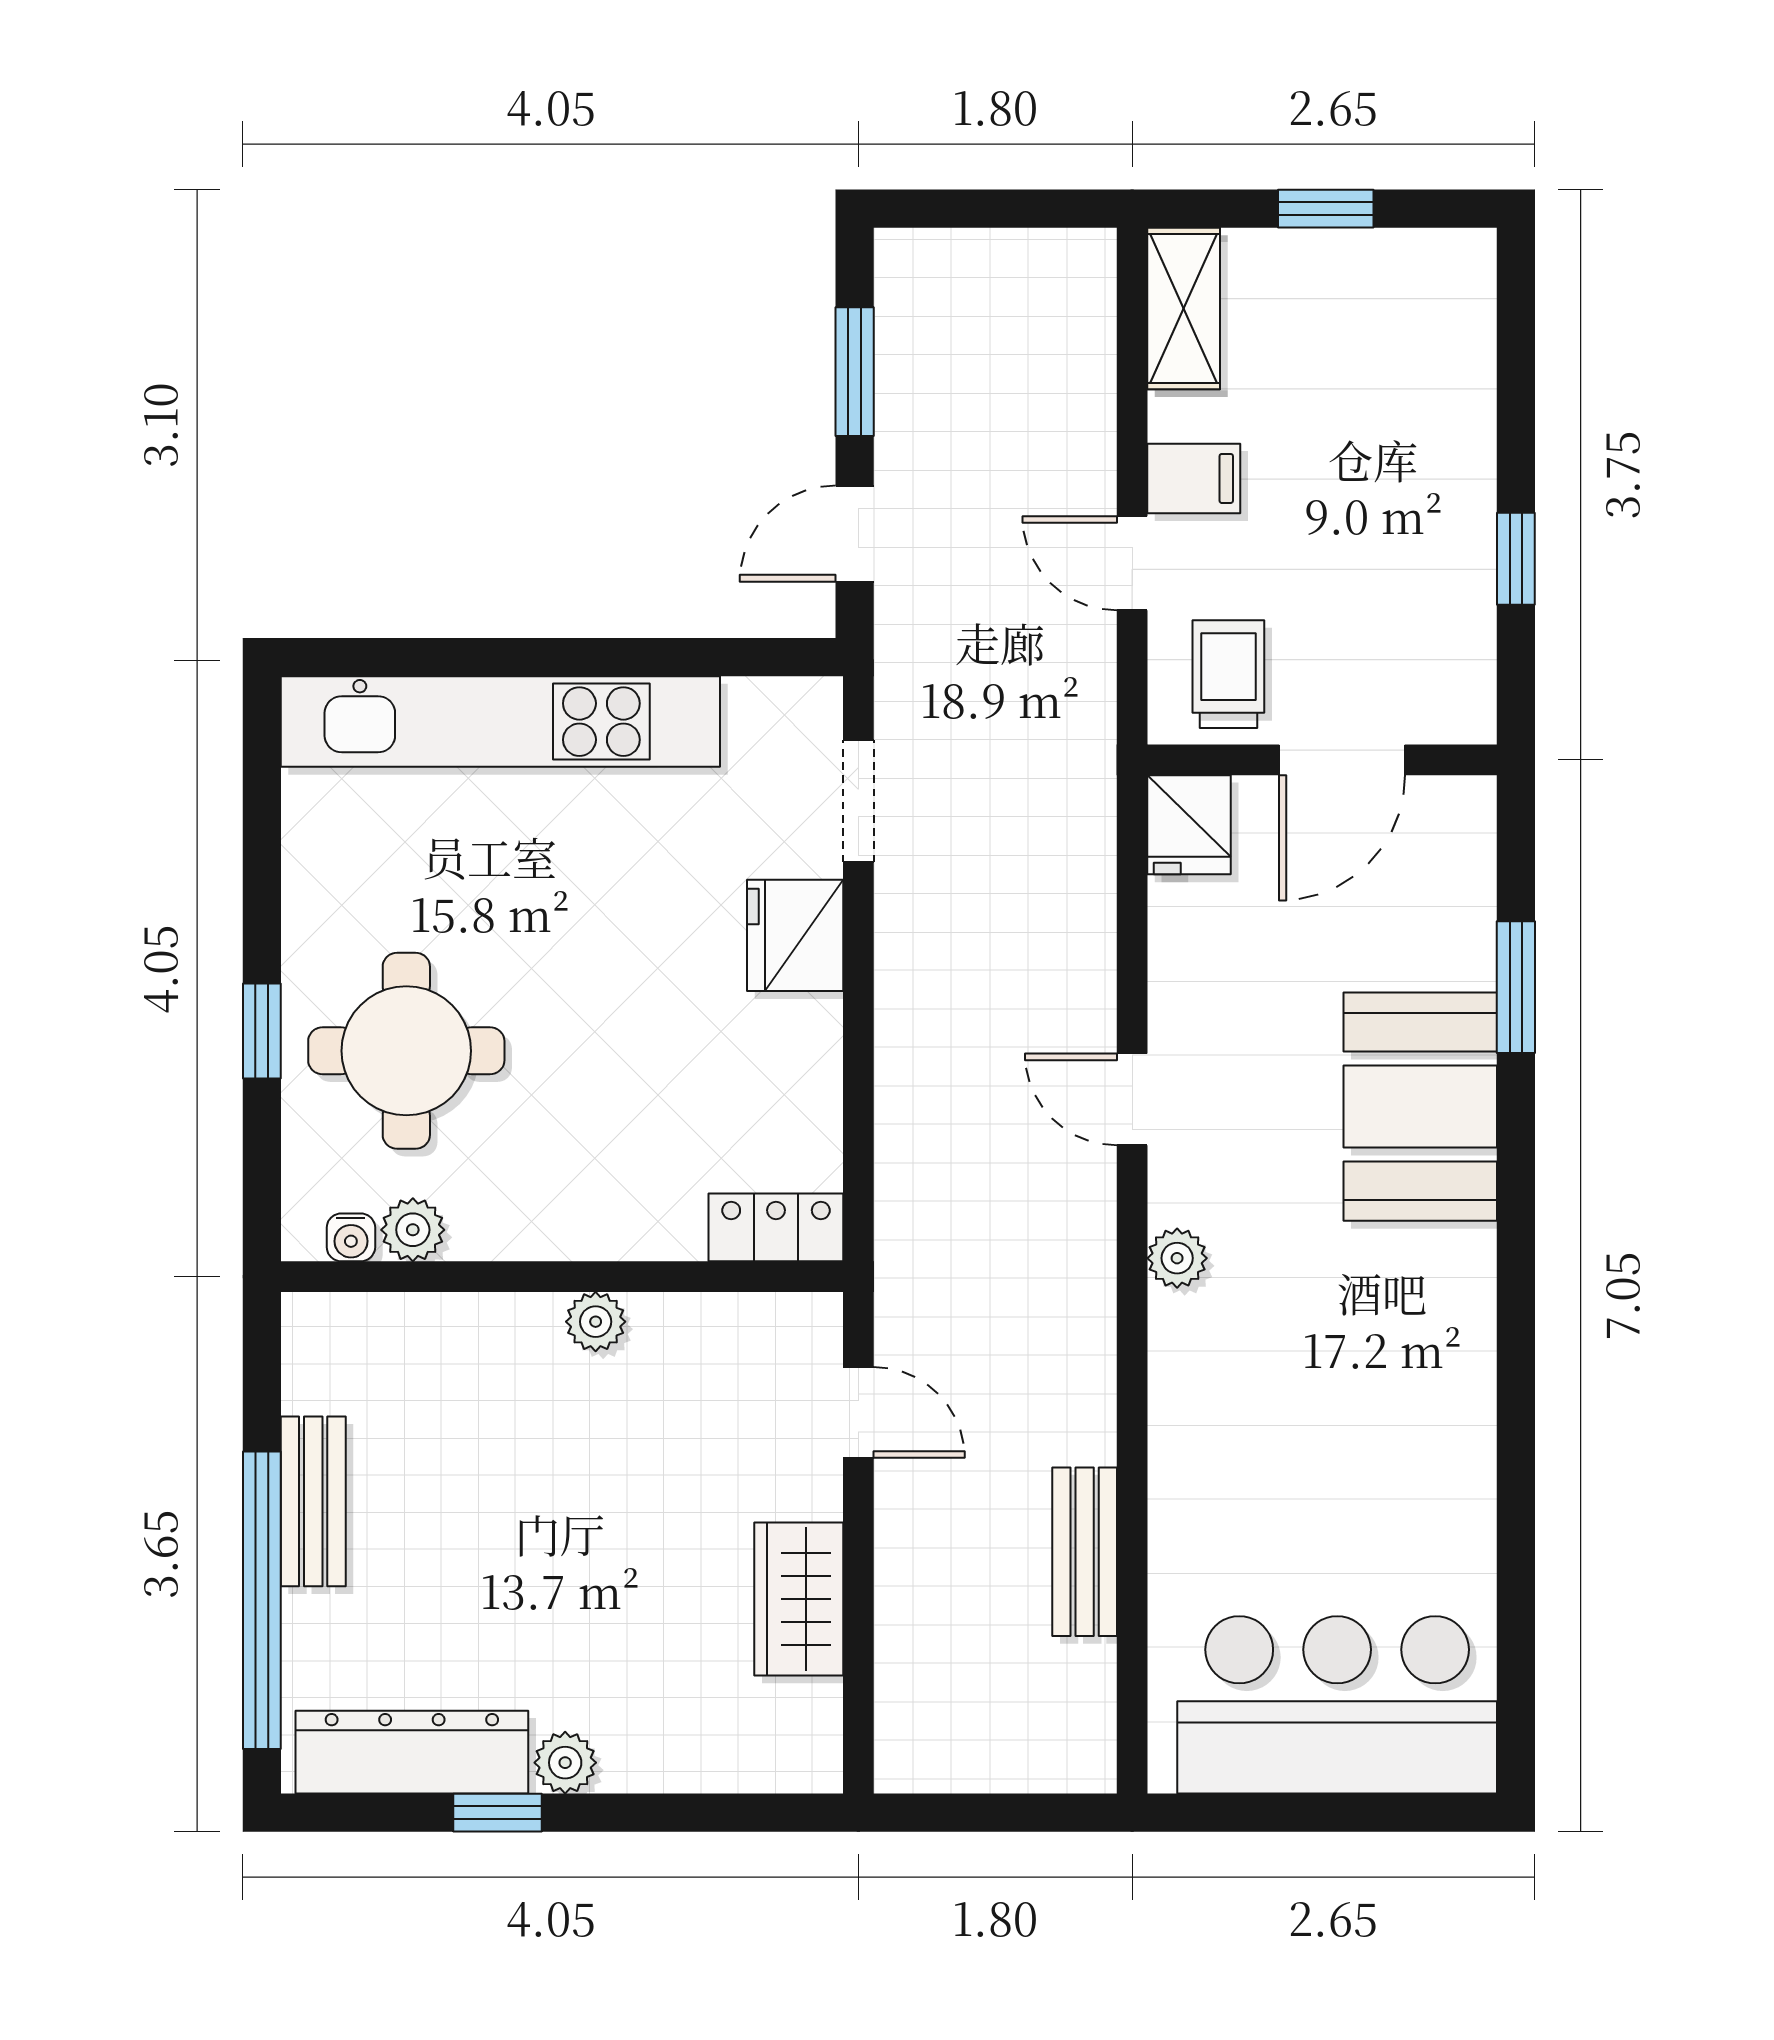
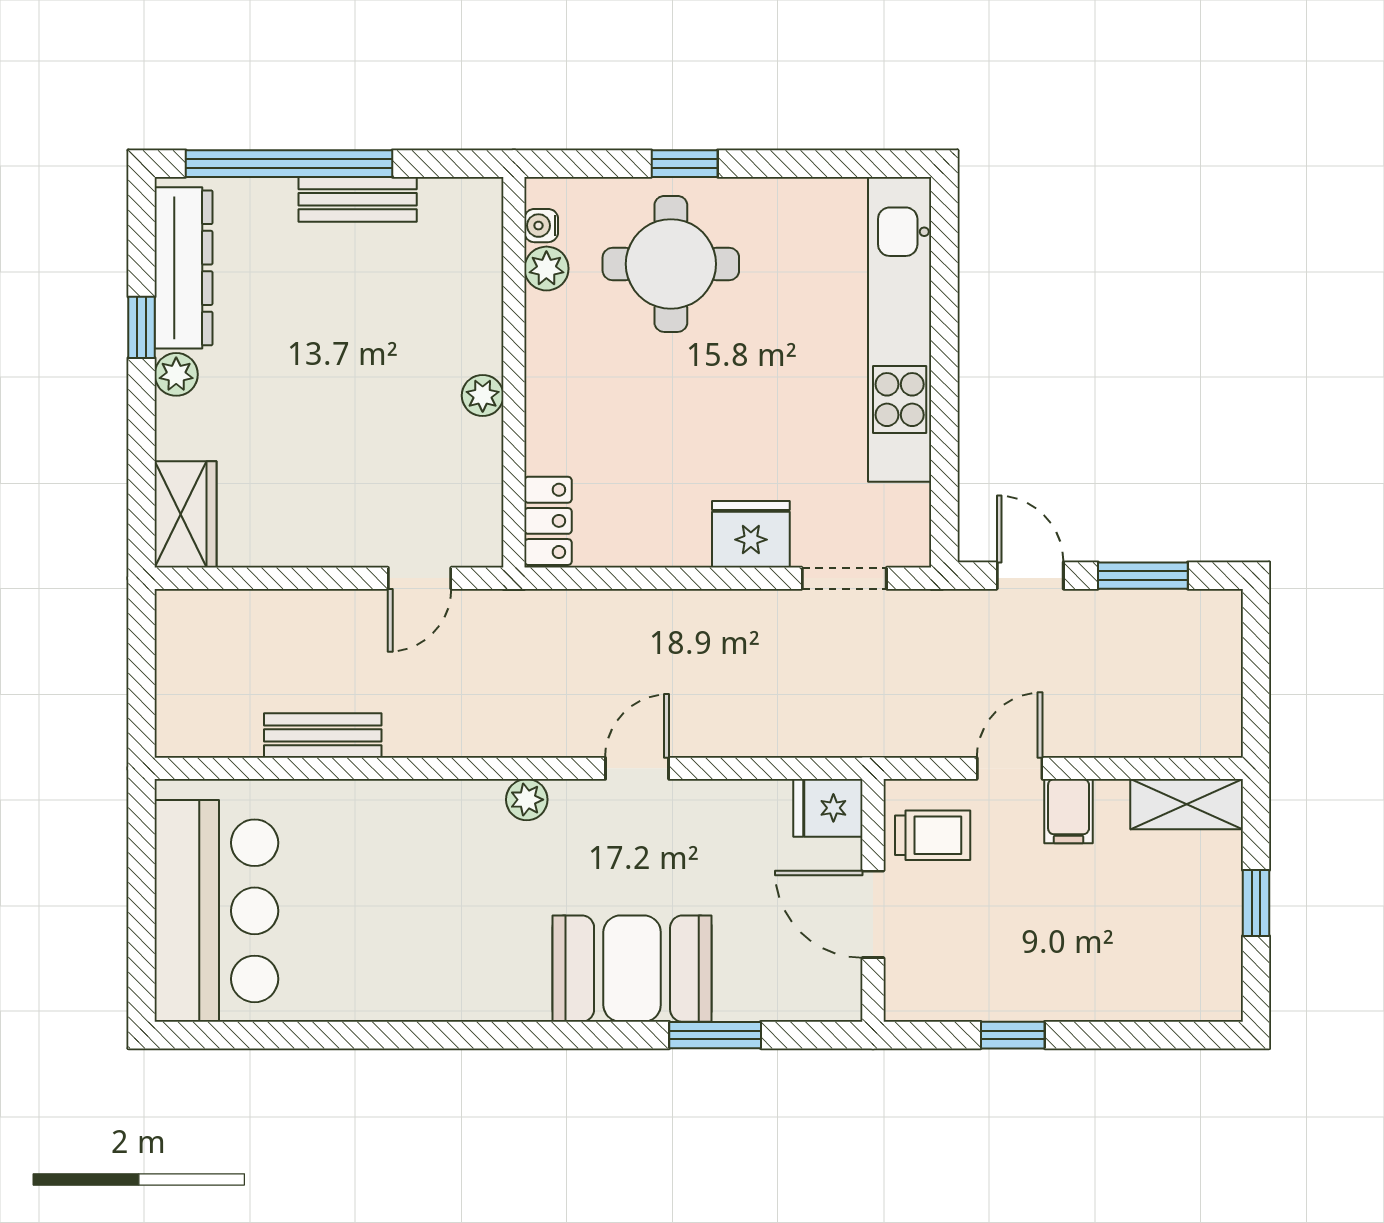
wardrobe: (799, 1599) -> (186, 514), moved, turned 90

